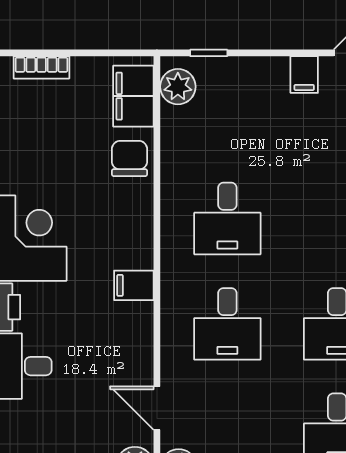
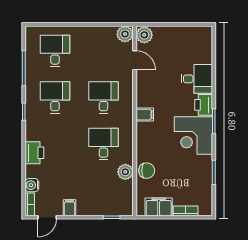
plant: (178, 87) -> (125, 172), moved
filing cabinet: (133, 96) -> (159, 207), moved, turned -90
chair: (130, 158) -> (147, 171), turned -90

